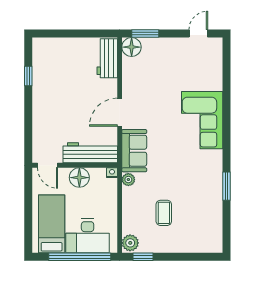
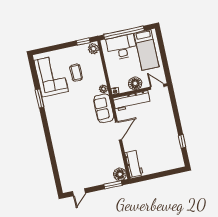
corner sofa: (202, 120) -> (51, 76), moved

